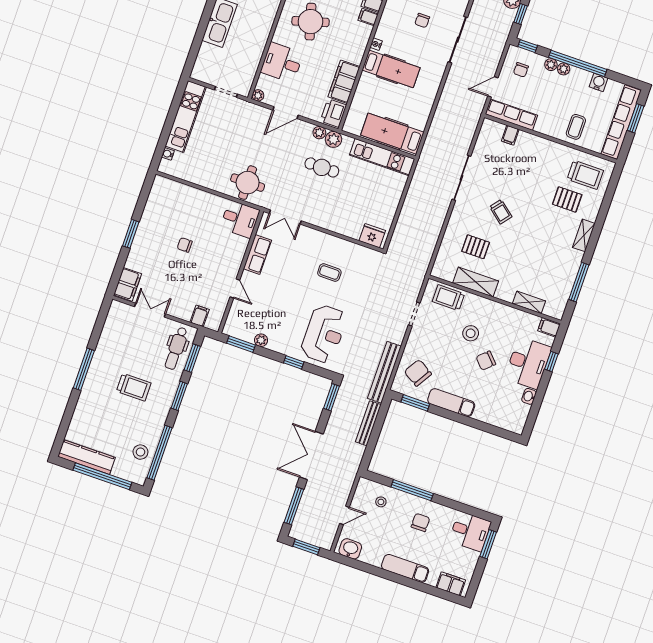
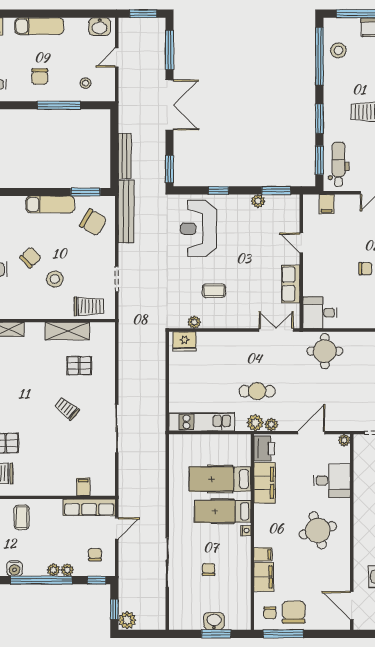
hospital bed: (392, 134) -> (220, 479), moved, turned 180
plant: (357, 250) -> (194, 322), added

